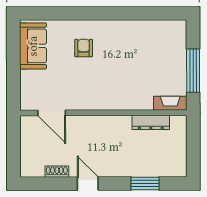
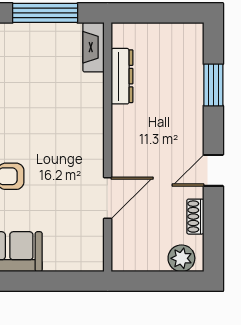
door: (52, 113) -> (108, 198), moved
plant: (29, 162) -> (181, 258), added

